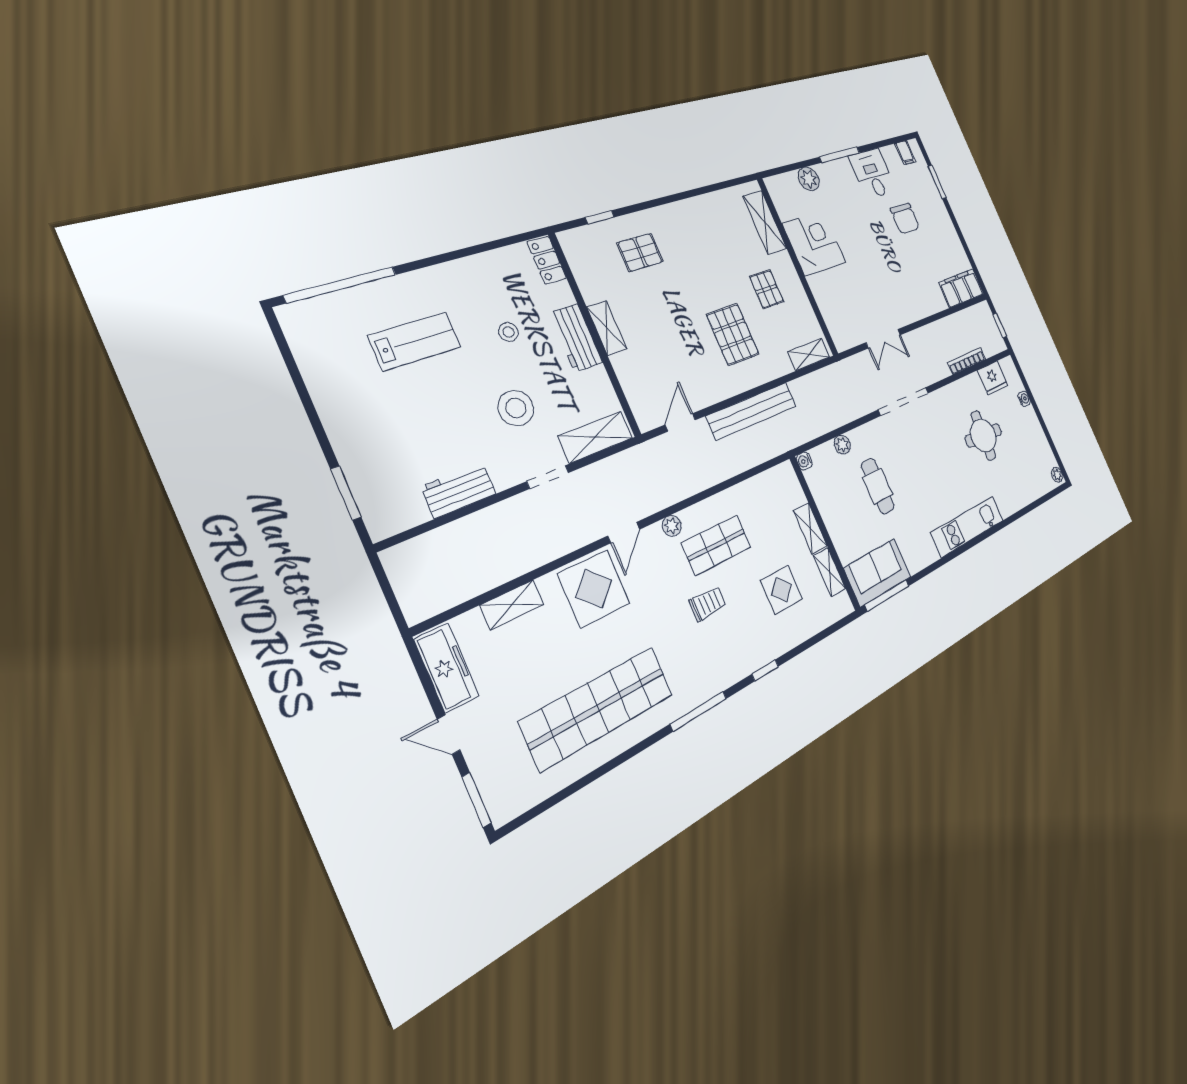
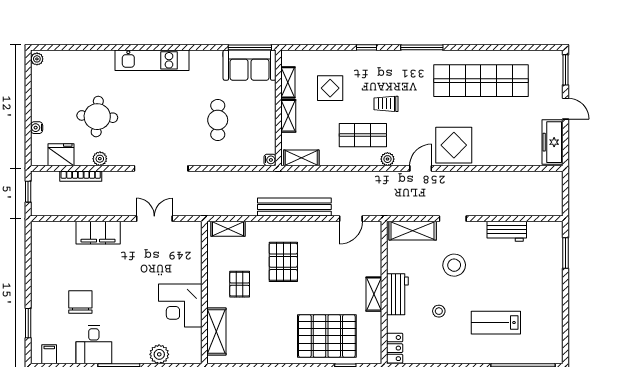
pallet: (640, 252) -> (327, 336), width x2.05, depth x2.00
filing cabinet: (961, 288) -> (98, 233), moved
plant: (842, 445) -> (100, 159), moved
shelving: (512, 605) -> (301, 158), moved

